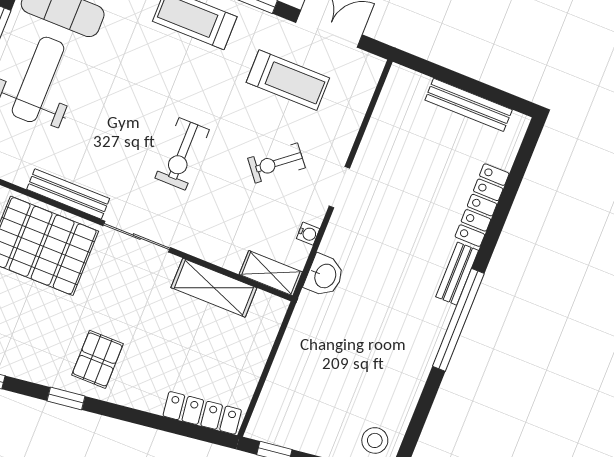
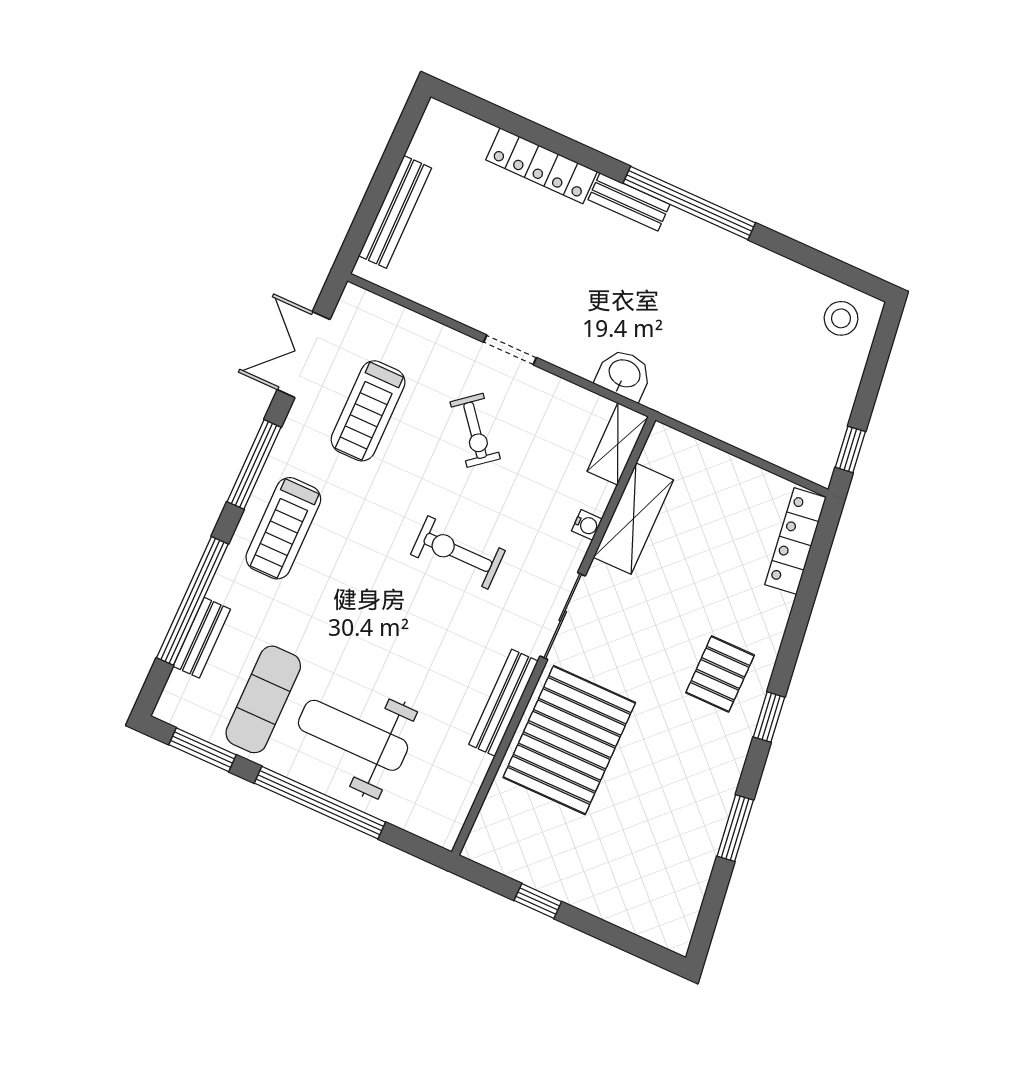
treadmill: (288, 80) -> (368, 411), turned 180
bench: (469, 105) -> (395, 212), moved
exercise bike: (182, 154) -> (458, 552), turned 180
water cooler: (308, 234) -> (587, 525), moved, turned 90
pallet: (97, 359) -> (720, 674), turned 90

